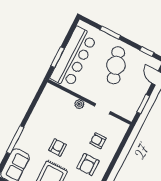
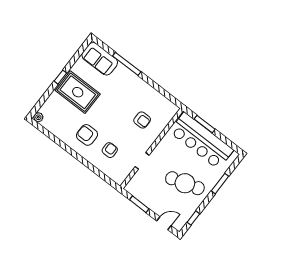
plant: (79, 104) -> (152, 138), removed
armchair: (58, 147) -> (142, 120), moved

